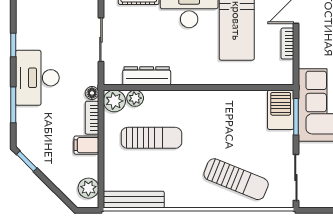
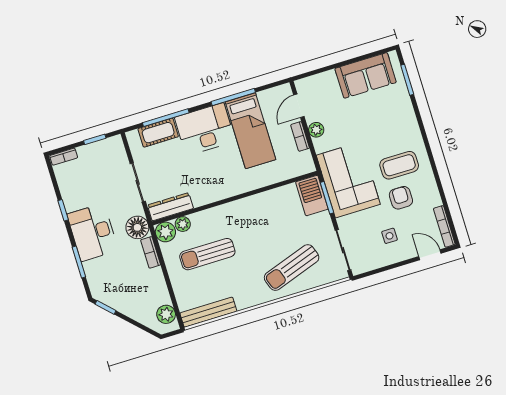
plant: (307, 42) -> (316, 130), added
dresser: (147, 76) -> (170, 207), moved
floor lamp: (92, 93) -> (137, 227), width x1.89, depth x1.89
sun lounger: (151, 138) -> (207, 254), turned 180
filing cabinet: (86, 145) -> (153, 278), removed
sun lounger: (236, 179) -> (292, 267), turned 139

